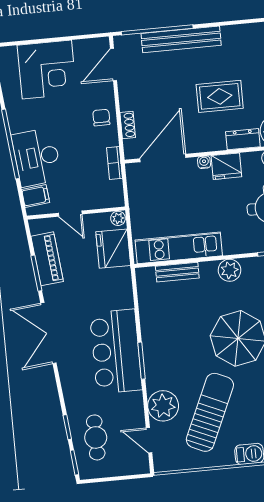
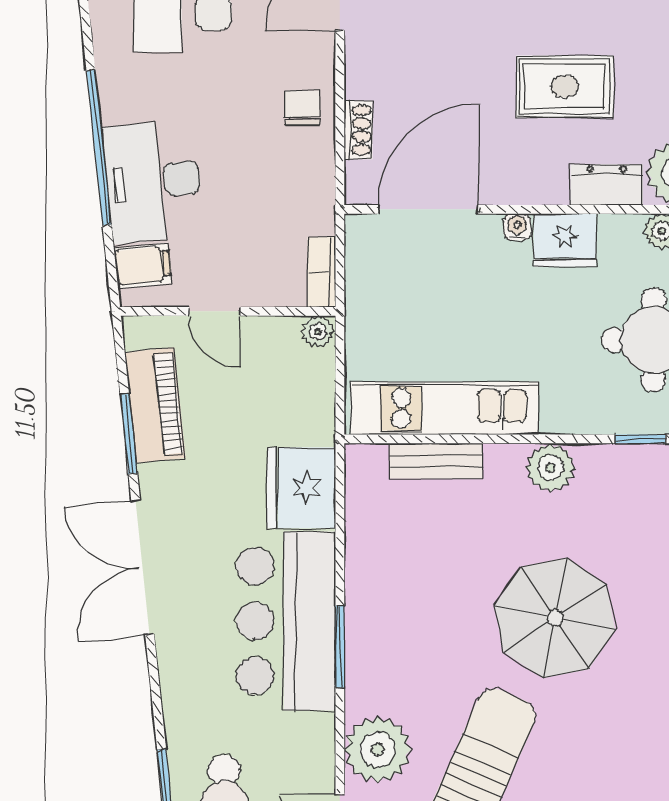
bookcase: (114, 163) -> (322, 272), moved
fridge: (113, 249) -> (301, 488), moved

